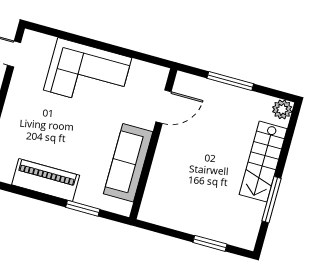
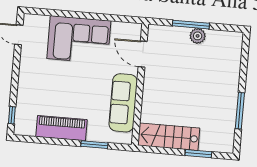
door: (164, 107) -> (143, 54), swing flipped
plant: (282, 109) -> (198, 36), moved
stairs: (263, 162) -> (169, 137), moved, turned 90

